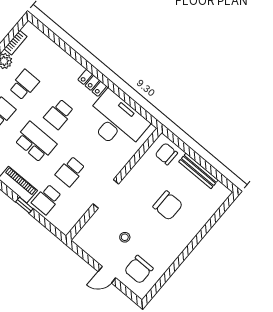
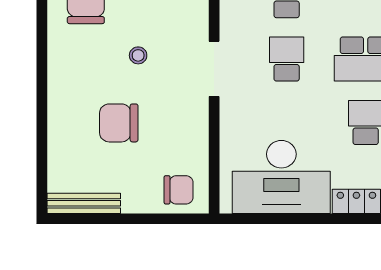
bench: (198, 171) -> (84, 203), moved
stool: (125, 237) -> (138, 55), moved

